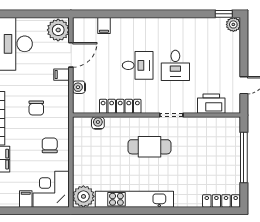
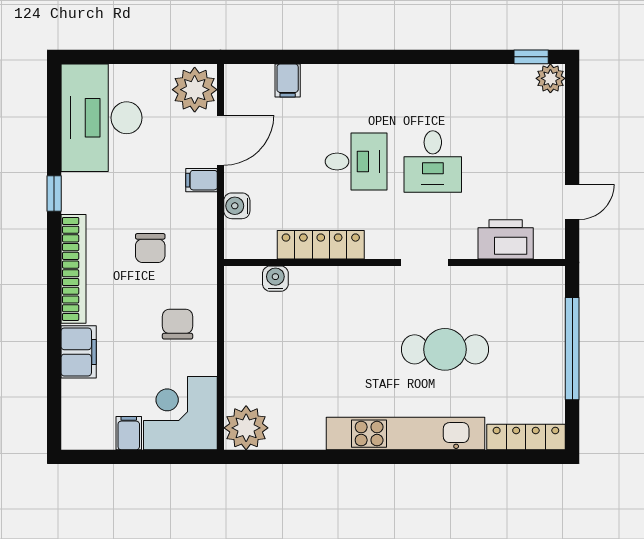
cafe table: (149, 147) -> (445, 349), moved
kitchen unit: (134, 199) -> (405, 434), moved

